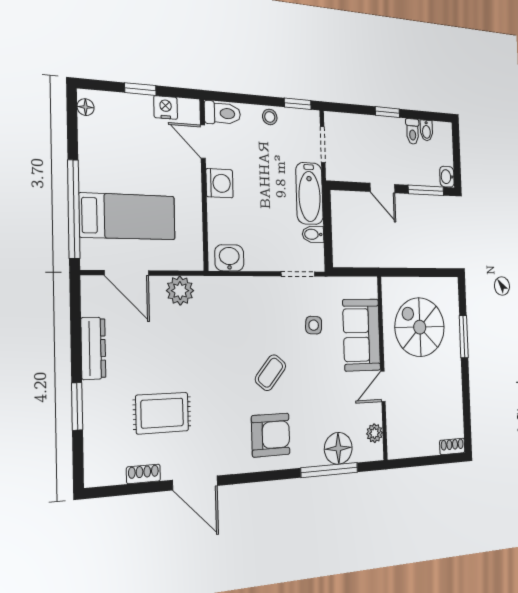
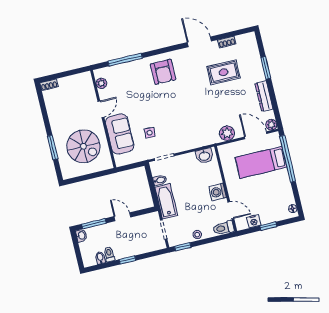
plant: (91, 287) -> (271, 125), added
coffee table: (270, 373) -> (170, 103), removed
armchair: (271, 435) -> (163, 72), turned -90
floor lamp: (338, 448) -> (122, 72), removed

